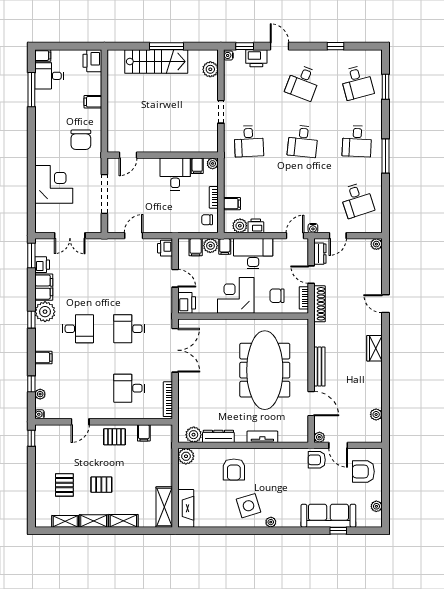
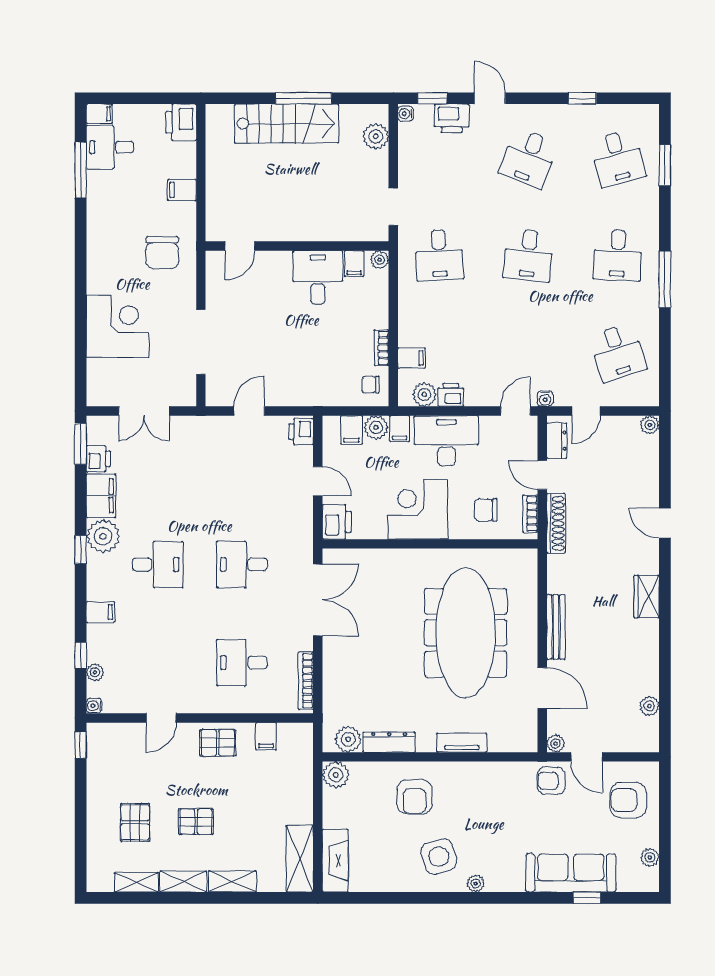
door: (128, 155) -> (240, 246), moved
wall: (163, 155) -> (297, 246), moved
plant: (213, 163) -> (380, 260), moved
filing cabinet: (197, 166) -> (354, 264), moved
desk: (175, 174) -> (318, 277), moved

